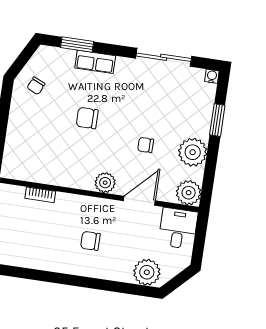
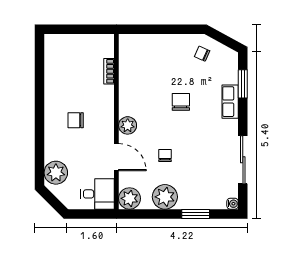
chair: (90, 241) -> (76, 120), turned -90

